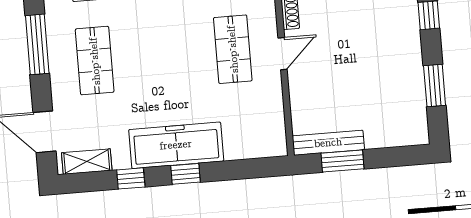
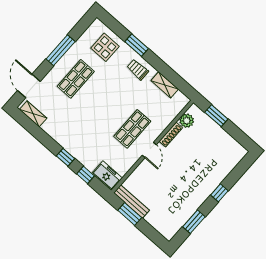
door: (283, 54) -> (149, 150), hinge flipped
freezer: (176, 145) -> (107, 176), moved, width x0.52, depth x0.79
window: (131, 178) -> (86, 175), moved

